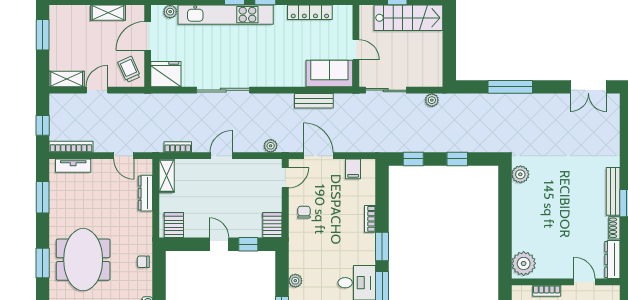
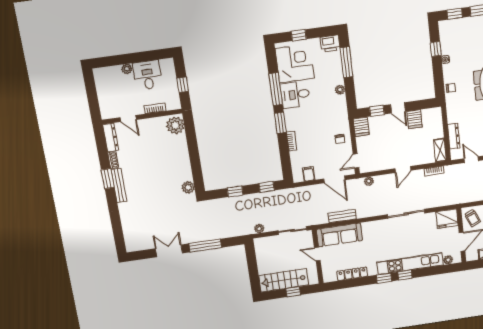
sofa: (329, 73) -> (339, 235), width x1.36
double door: (588, 87) -> (169, 251), moved
server rack: (174, 225) -> (414, 119), moved

